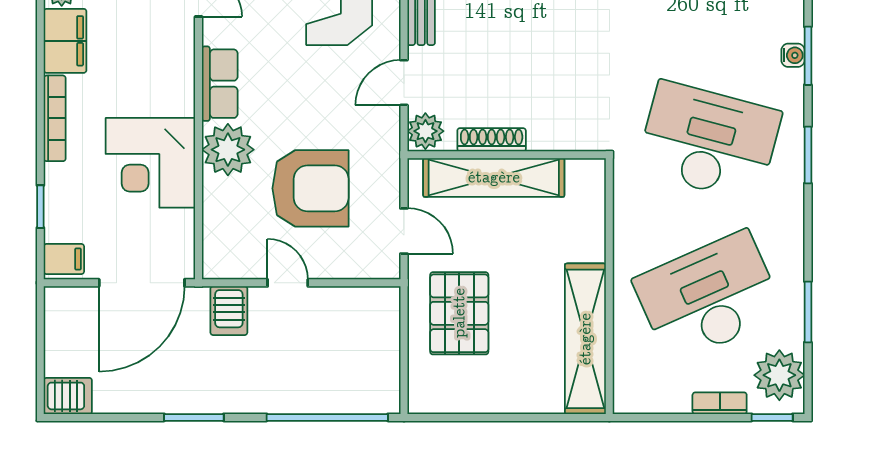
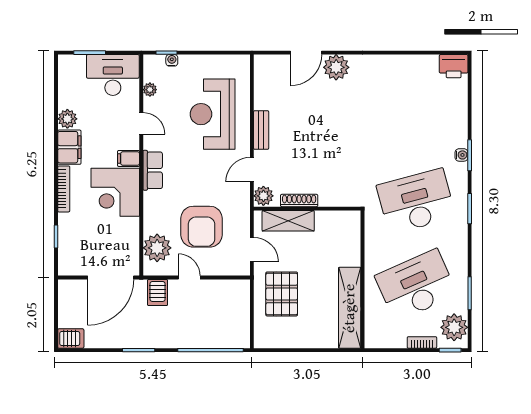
desk: (709, 141) -> (416, 201), turned -30
plant: (228, 150) -> (157, 248), moved
corner desk: (150, 163) -> (115, 192), moved
shelving: (494, 177) -> (288, 221), width x0.68
armchair: (310, 188) -> (202, 227), turned 90
filing cabinet: (64, 259) -> (129, 158), moved, turned 180

